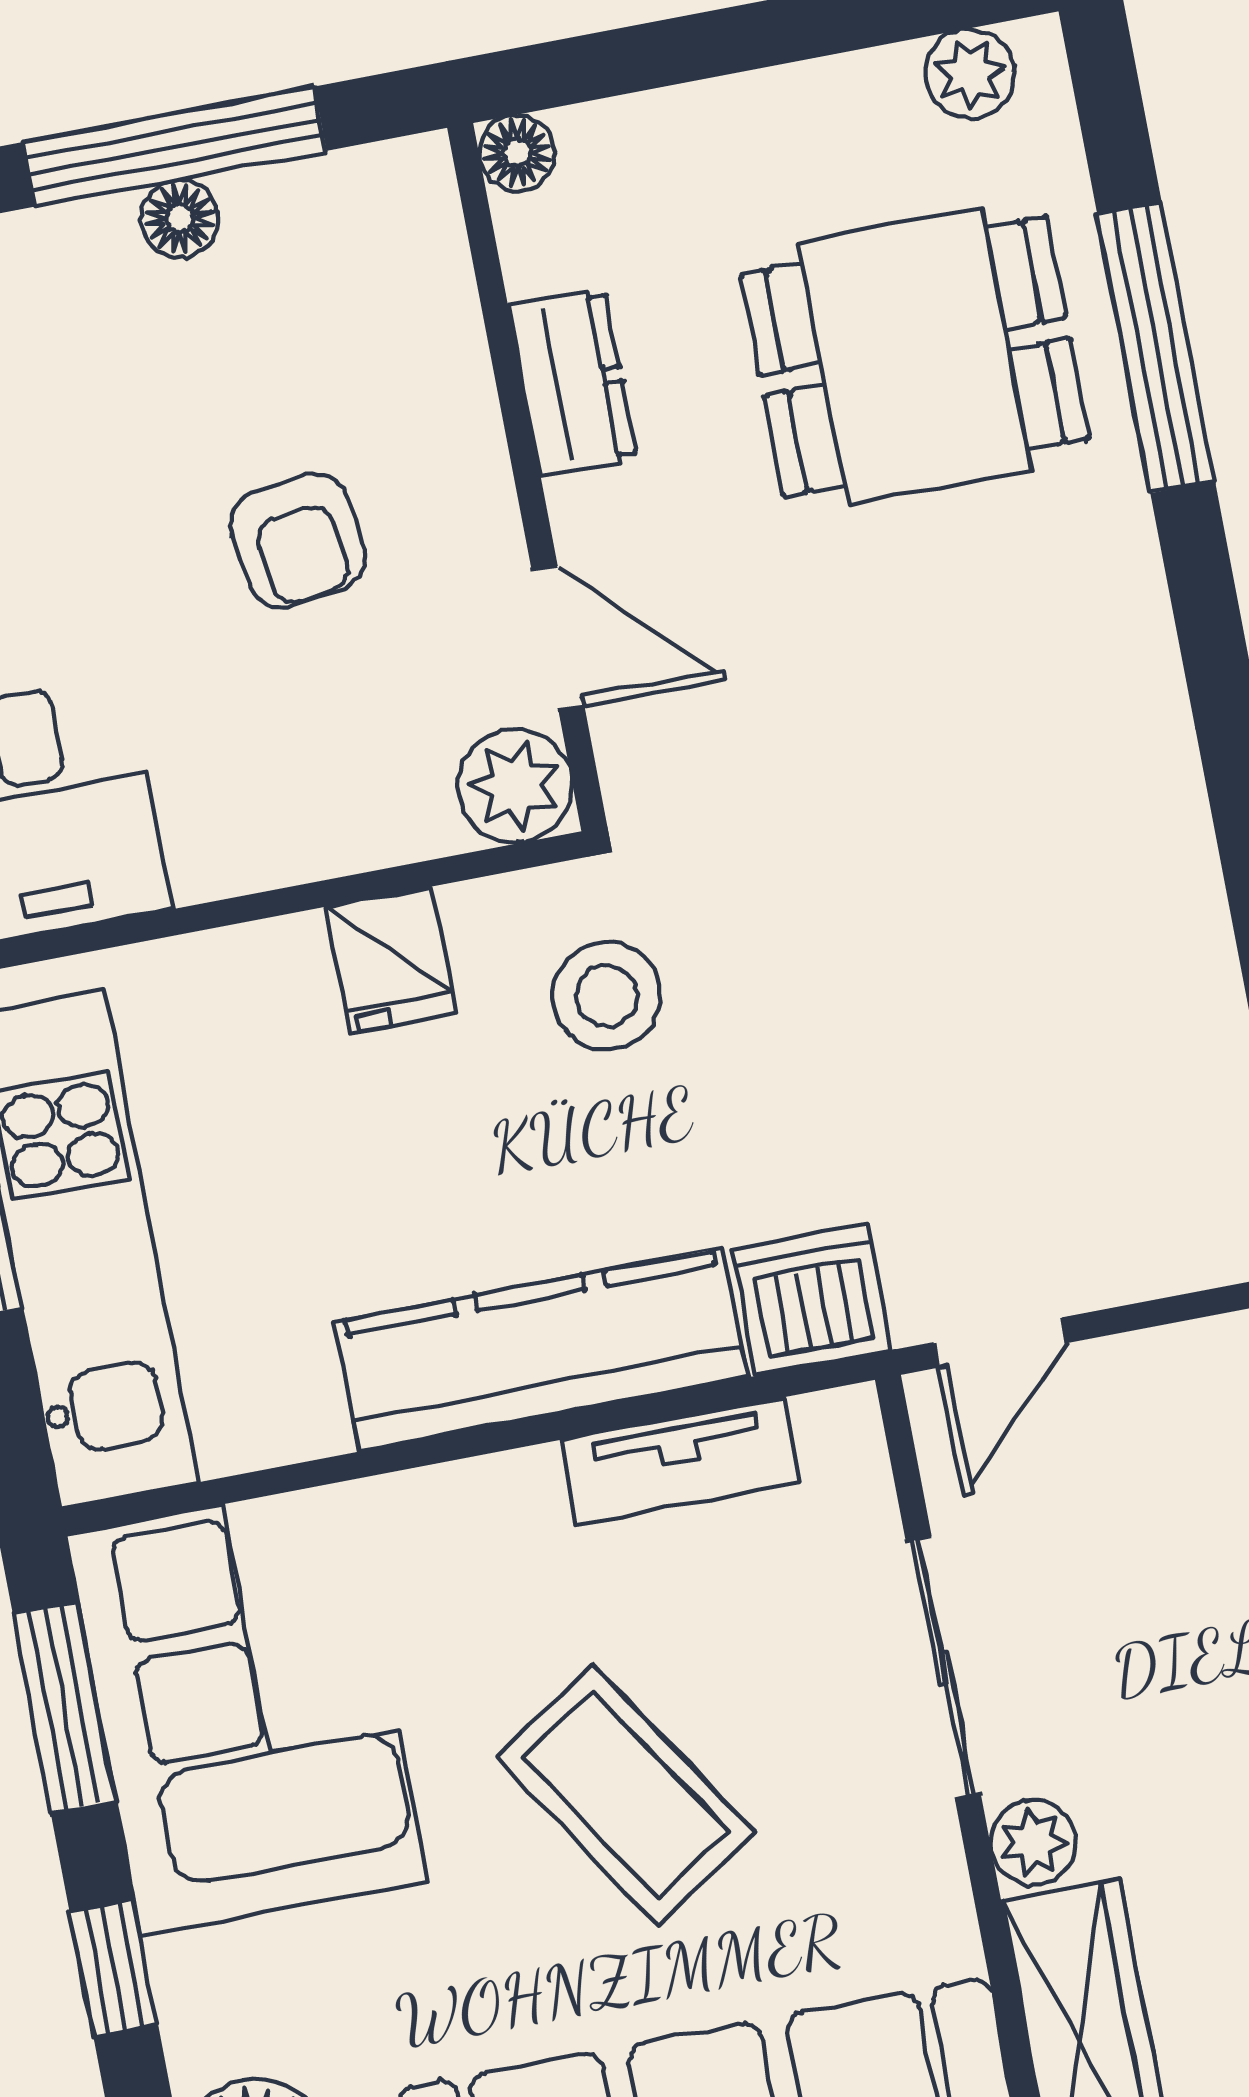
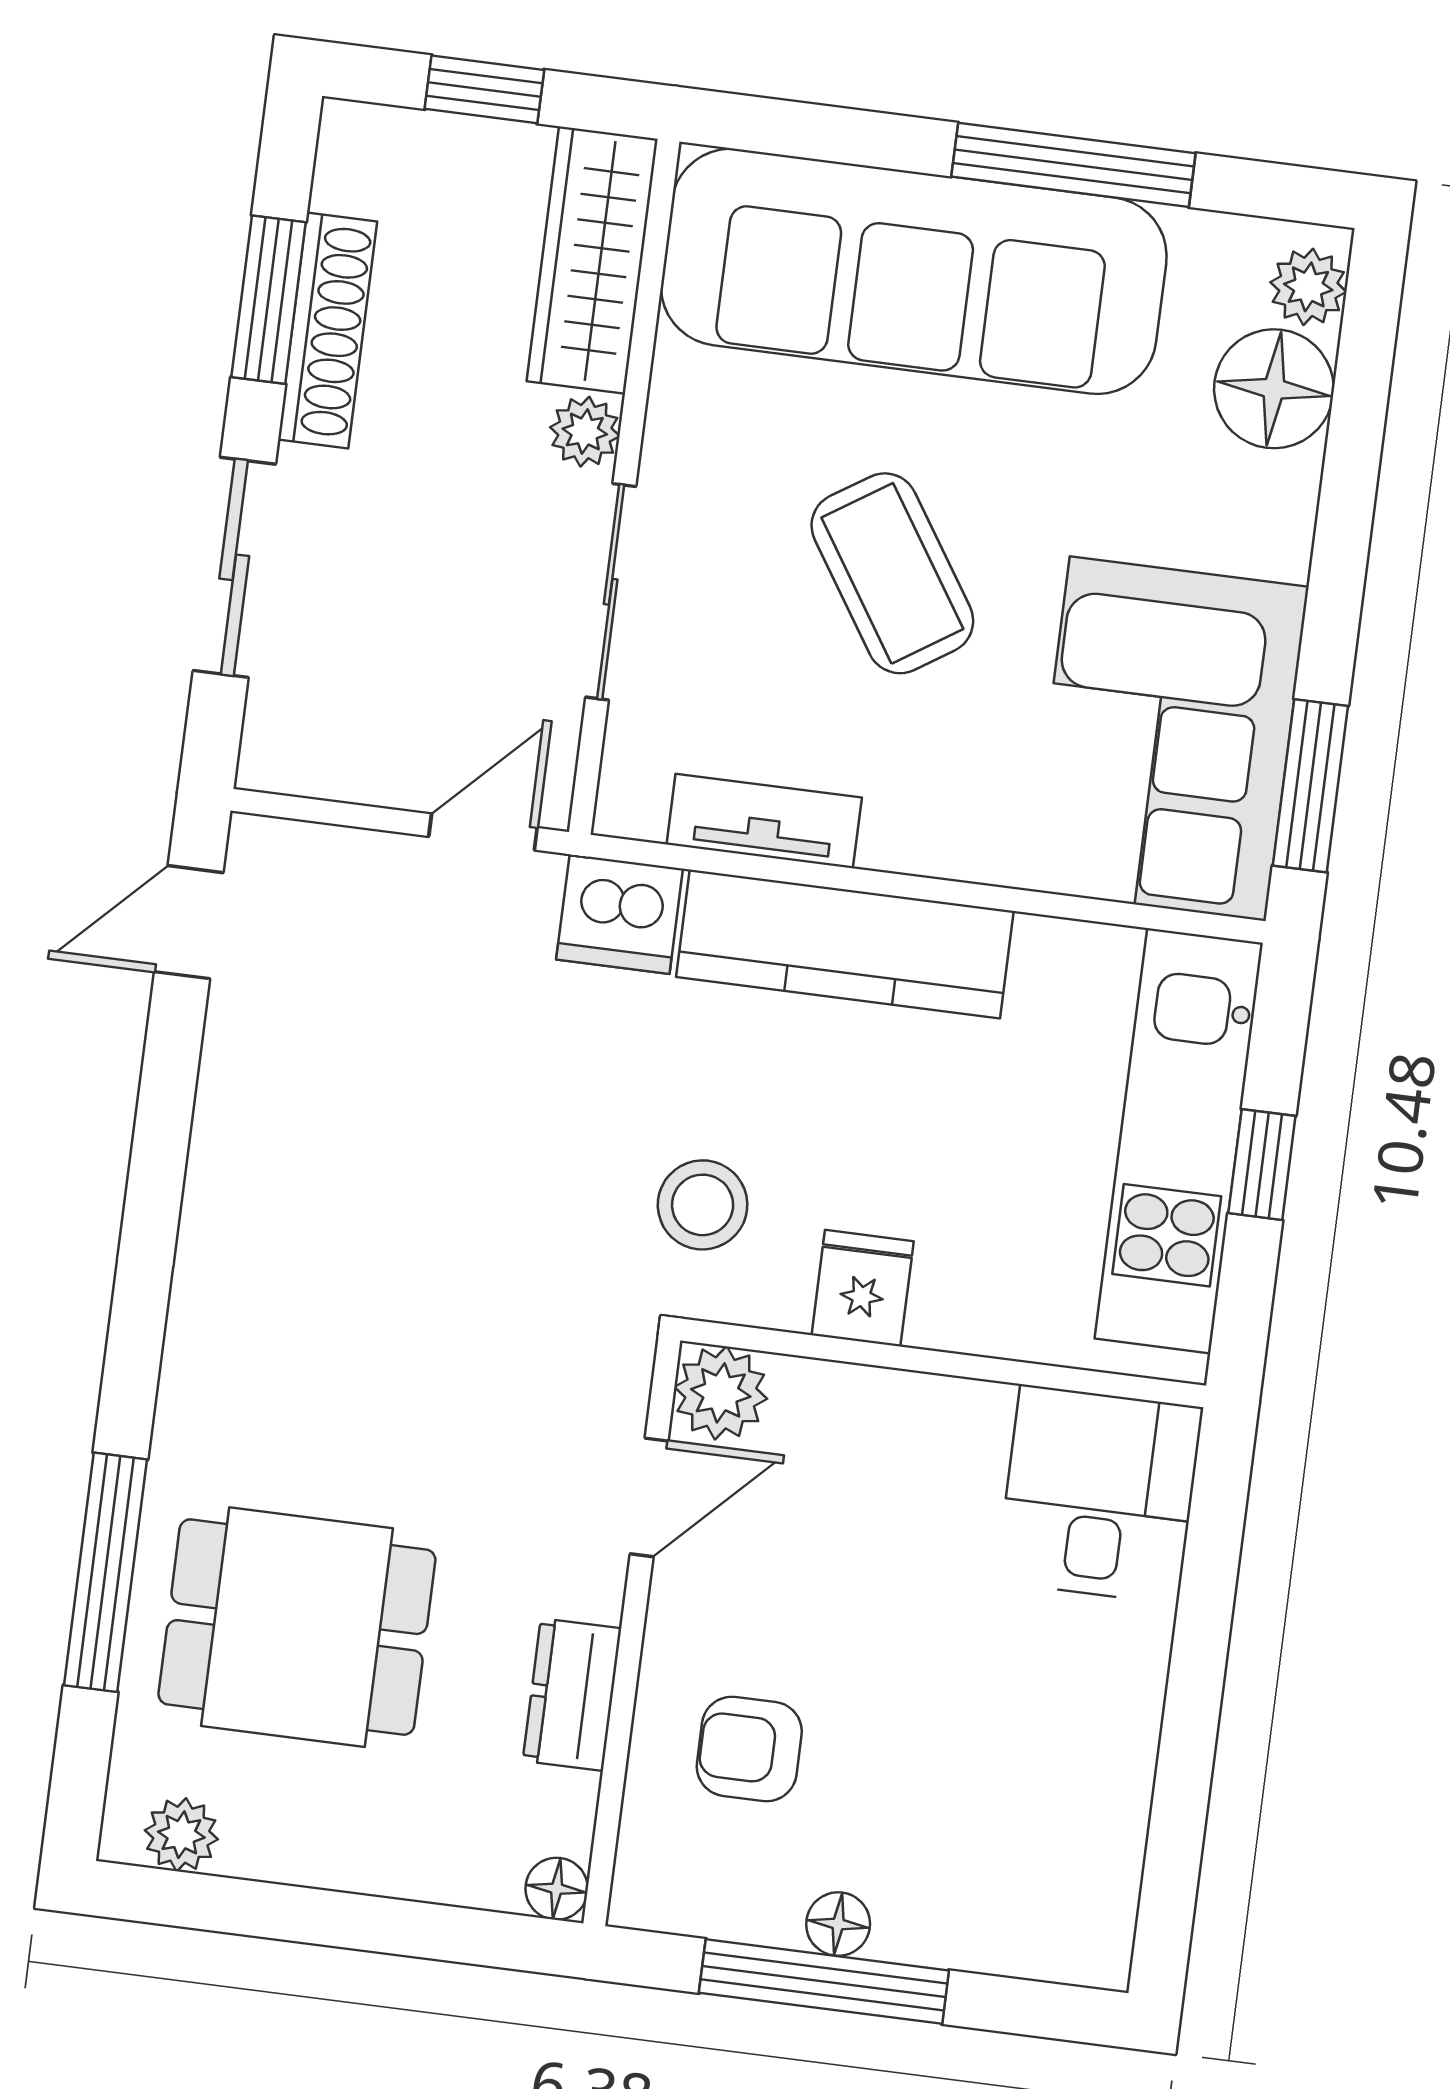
armchair: (298, 541) -> (749, 1749), moved, turned -82
door: (558, 639) -> (649, 1497), swing flipped
window: (114, 1968) -> (1338, 568), removed

